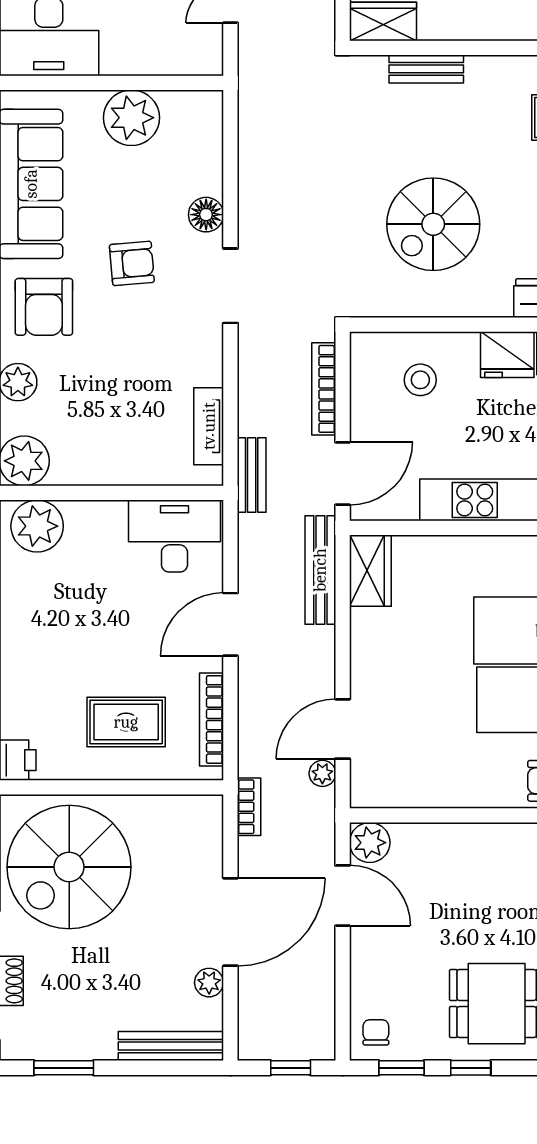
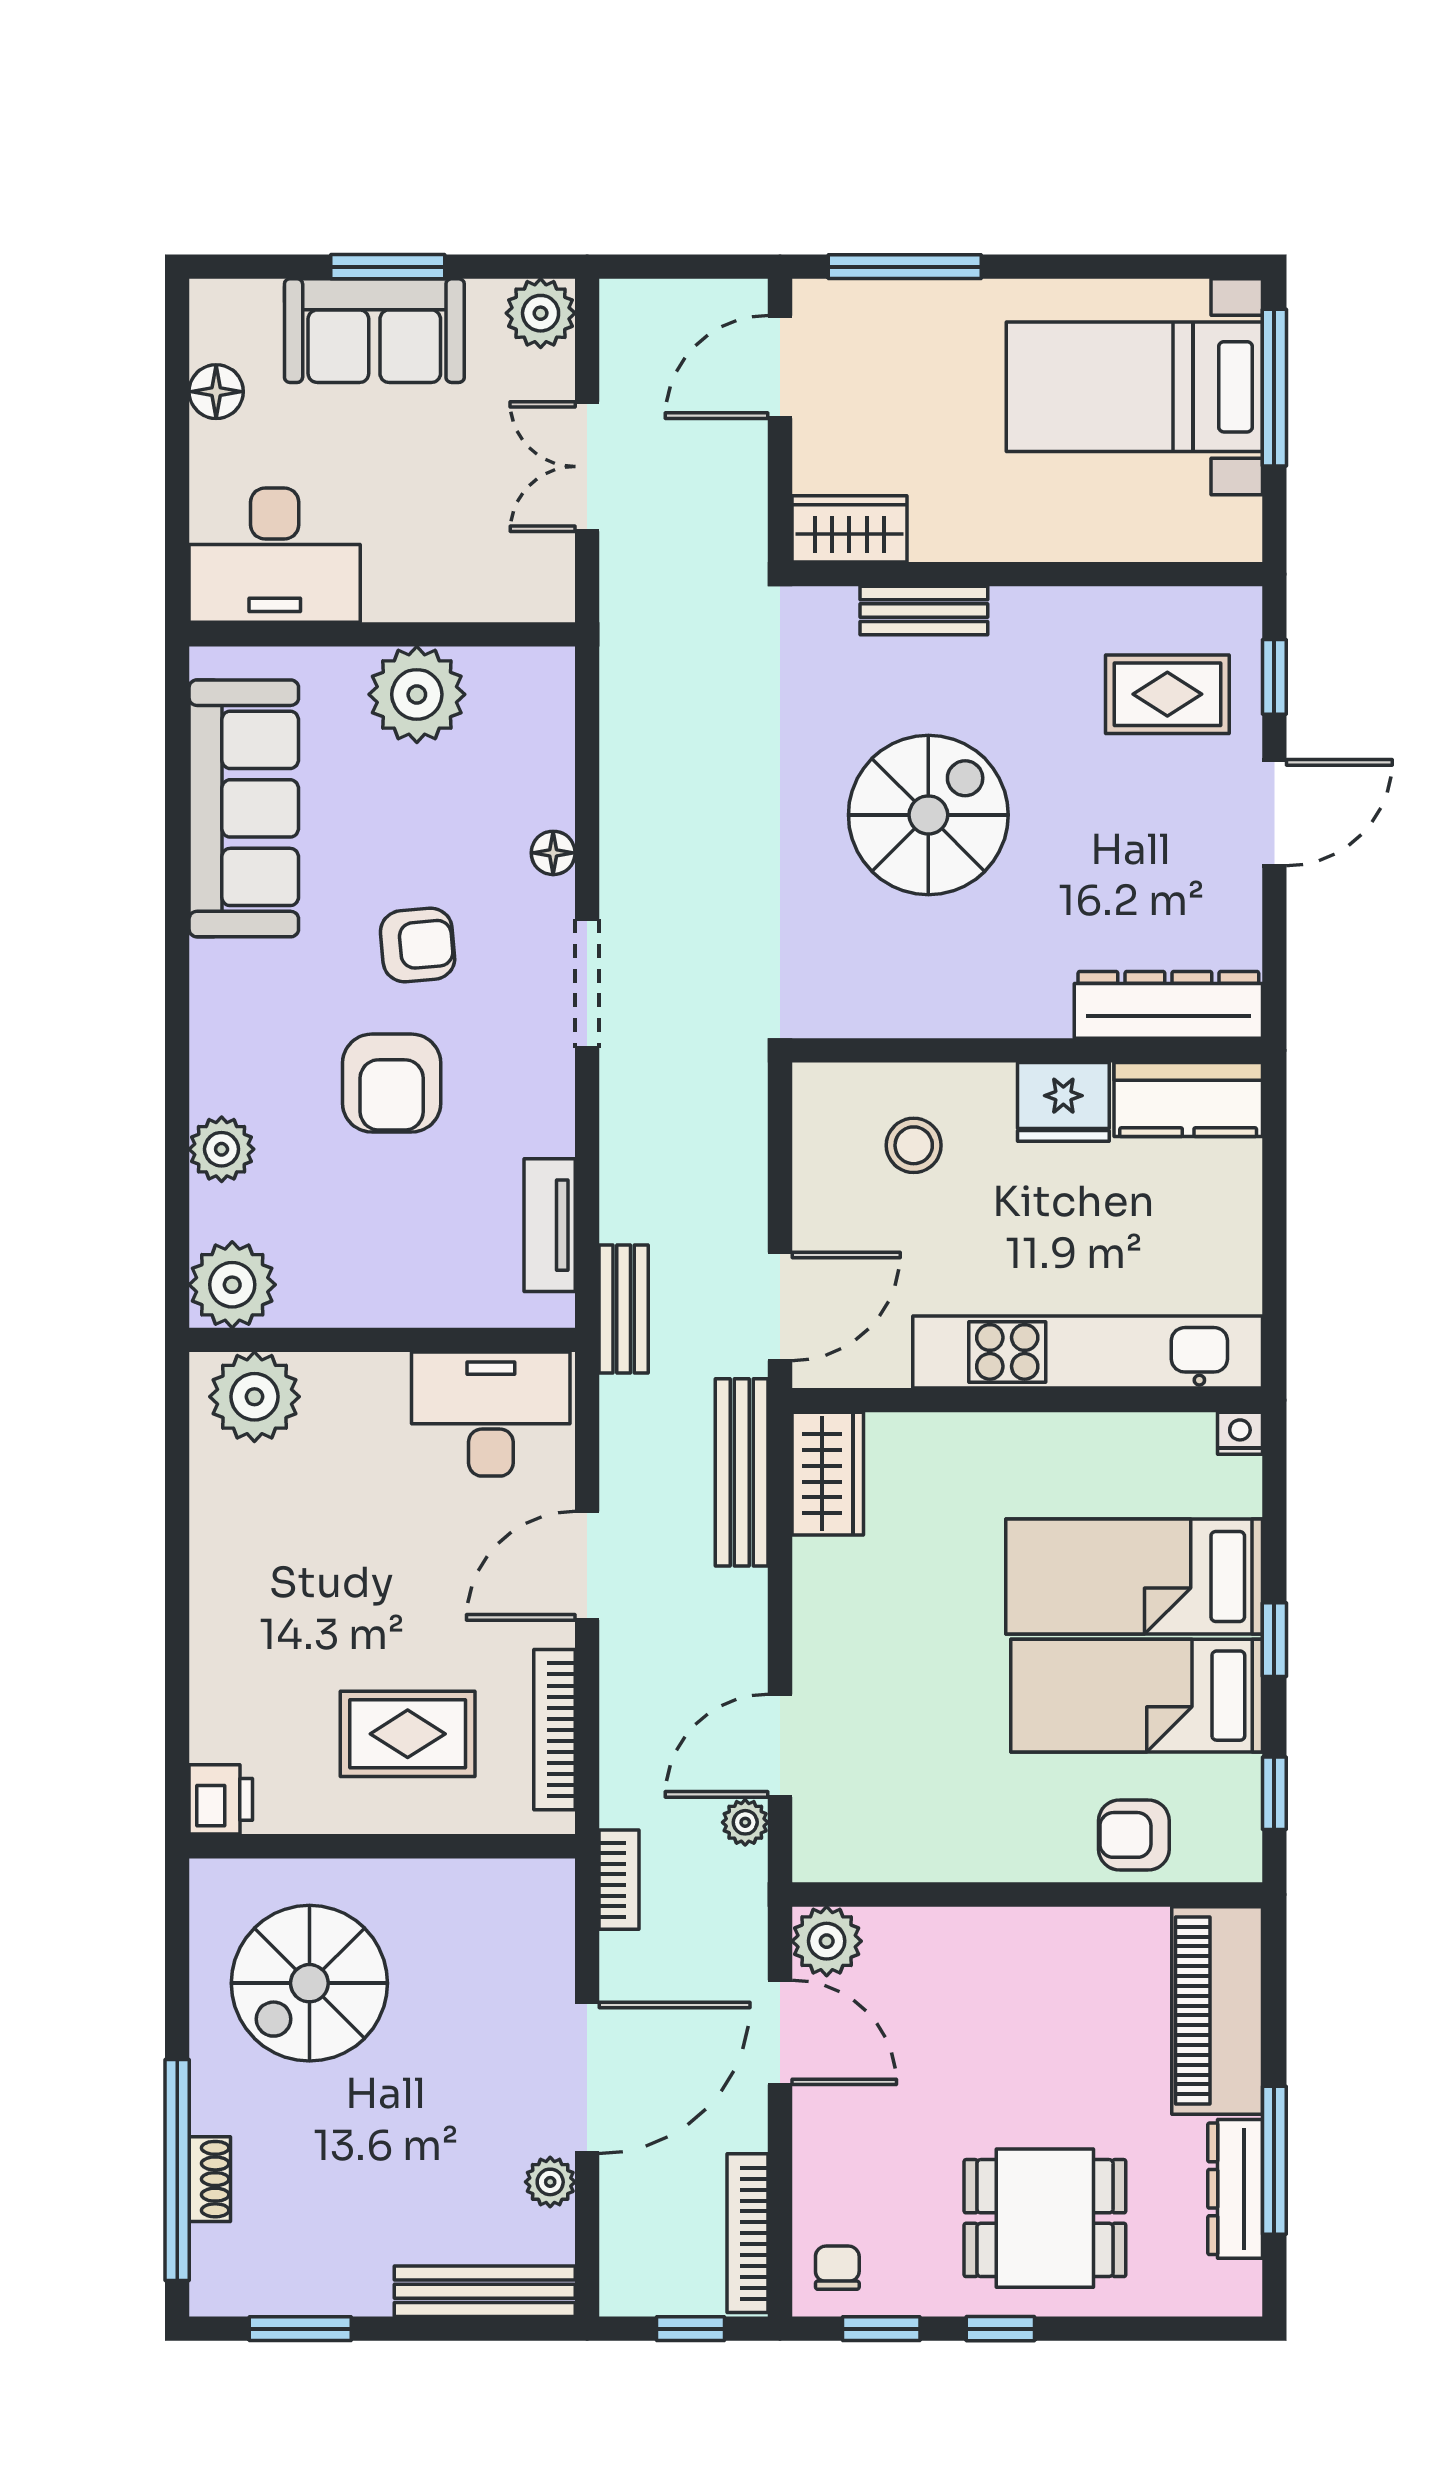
floor lamp: (206, 215) -> (553, 853), width x0.73, depth x0.73
spiral stairs: (433, 224) -> (928, 815), moved, turned 180
armchair: (44, 307) -> (392, 1083), moved
bookcase: (324, 389) -> (748, 2233), moved
spiral stairs: (69, 867) -> (309, 1983), width x0.73, depth x0.73

